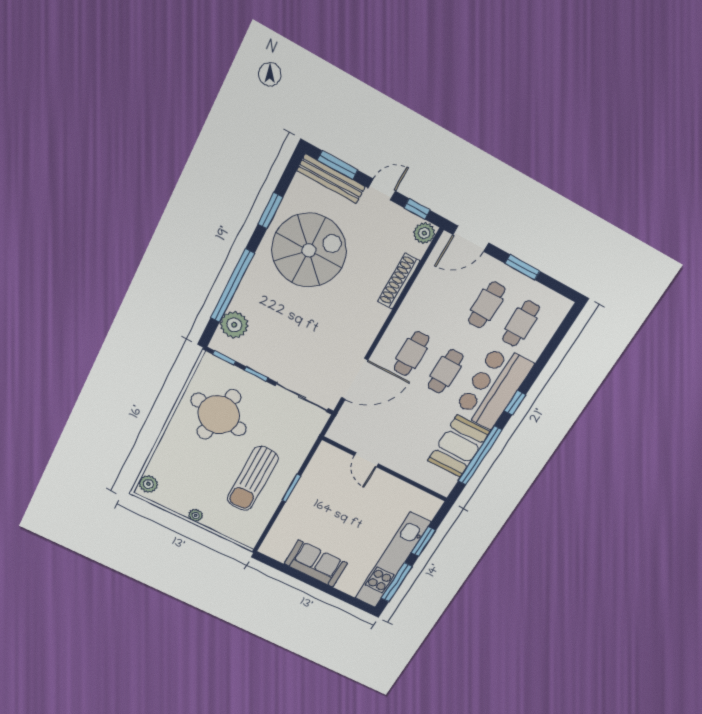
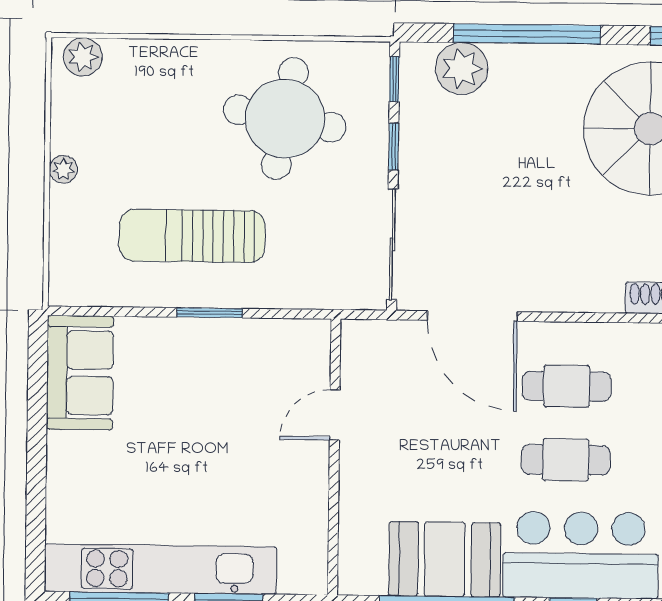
sofa: (316, 564) -> (80, 373), moved

